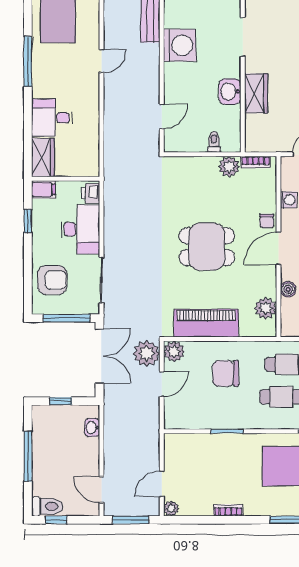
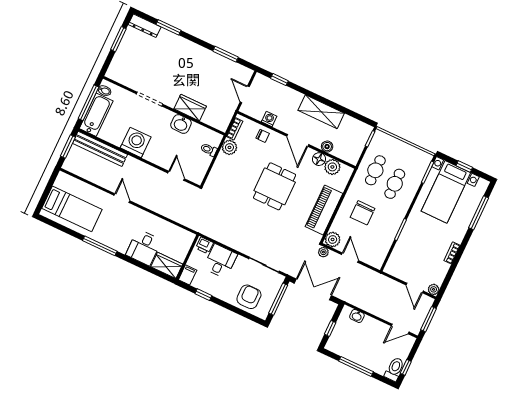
chair: (267, 221) -> (263, 136), moved
desk: (80, 229) -> (220, 261), width x0.73
floor lamp: (268, 287) -> (319, 159), added
plant: (147, 353) -> (323, 252), width x0.53, depth x0.53

